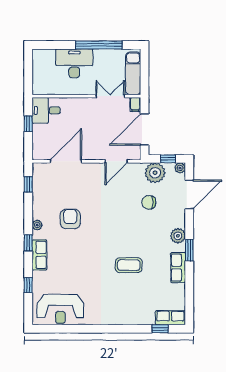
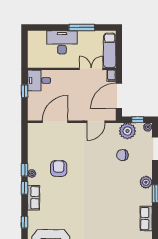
window: (99, 45) -> (82, 27), width x0.68
window: (28, 184) -> (25, 170), moved
coffee table: (129, 265) -> (106, 206), removed
row of seats: (178, 268) -> (146, 218), moved

